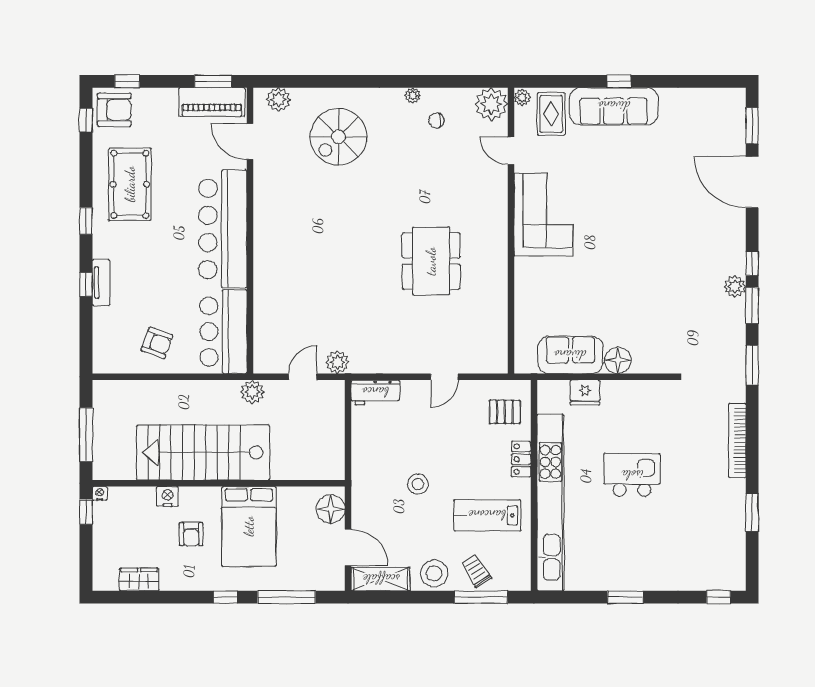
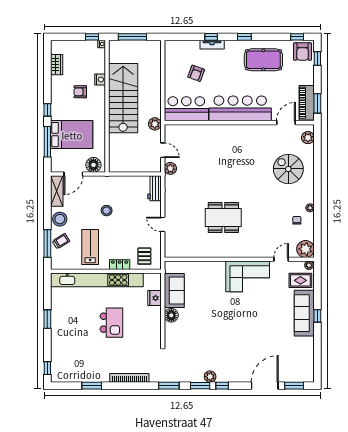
armchair: (157, 343) -> (196, 73), moved
bed: (249, 526) -> (72, 135), moved, turned 180

